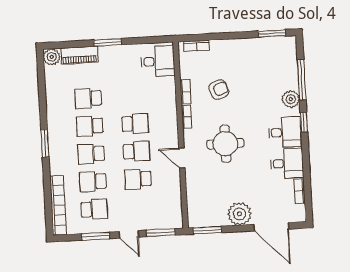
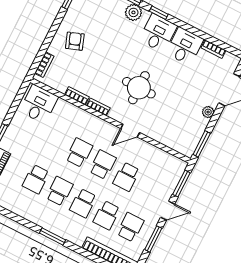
armchair: (219, 90) -> (75, 41), moved
school desk: (90, 126) -> (60, 191), turned 180
plant: (239, 214) -> (208, 112), width x0.53, depth x0.53

